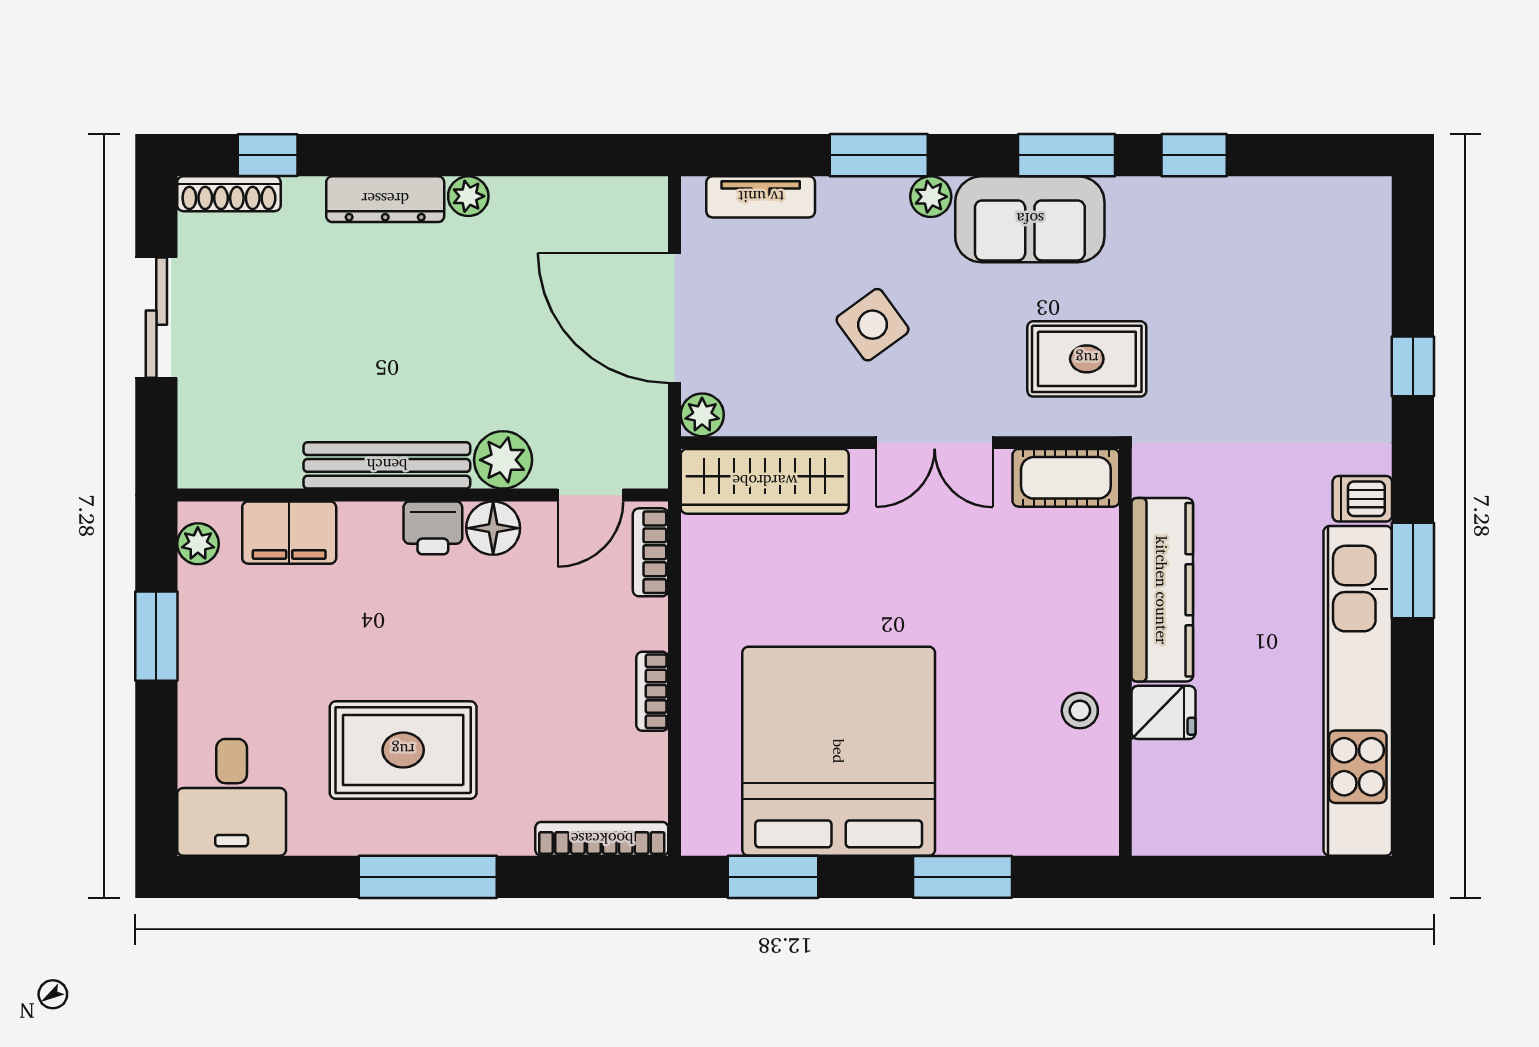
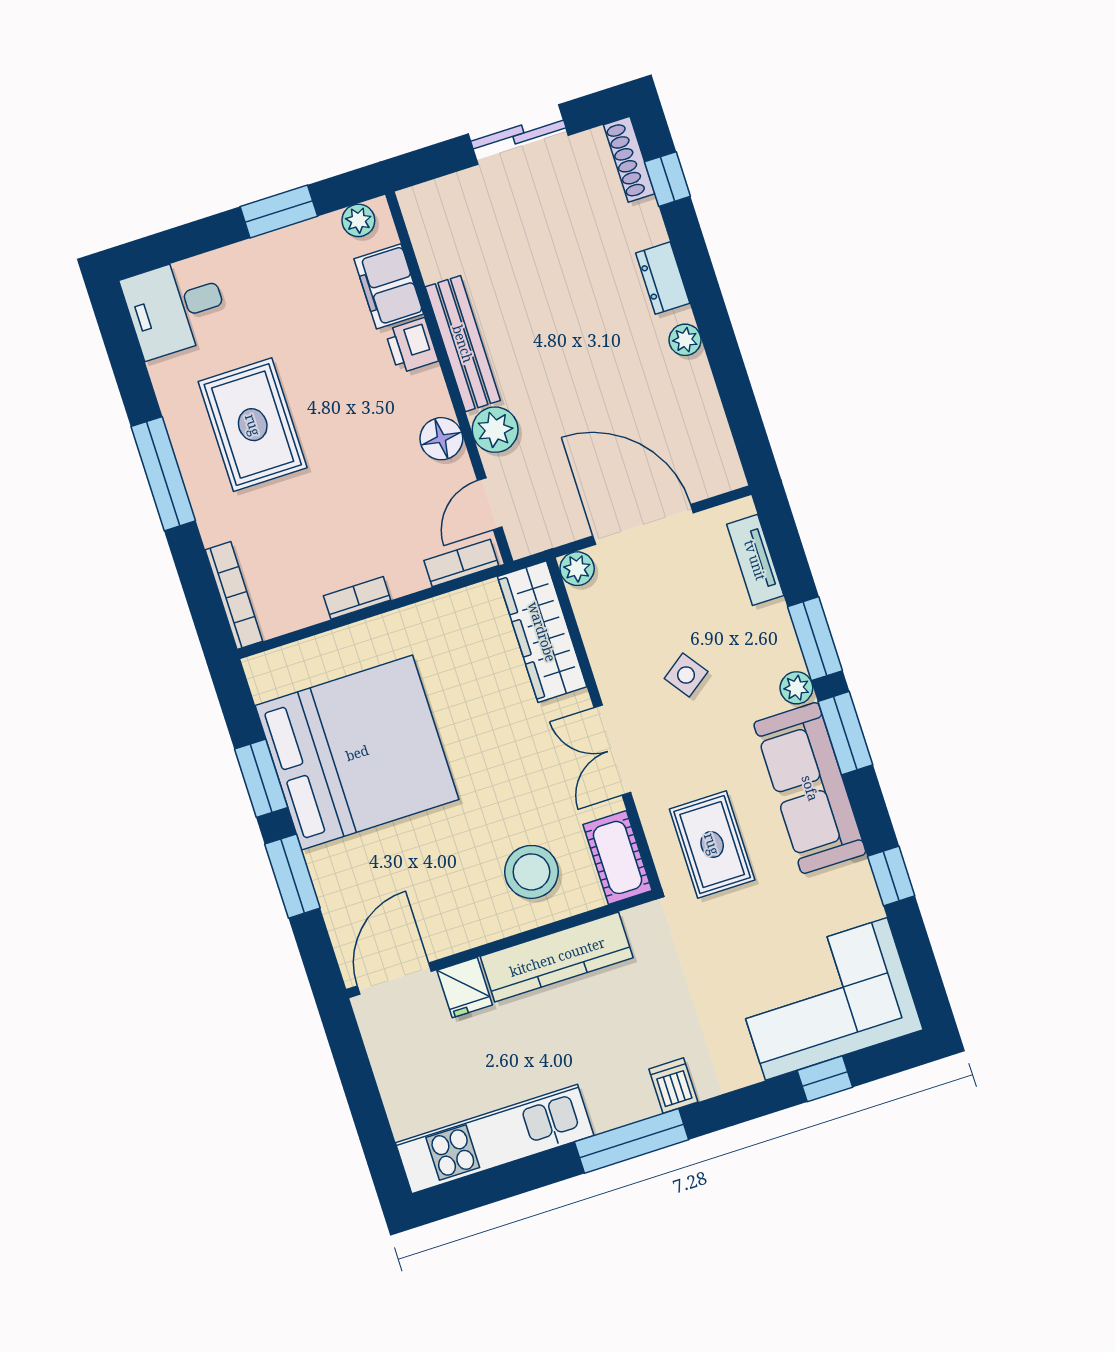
window: (1067, 155) -> (845, 733), moved
dresser: (385, 199) -> (663, 278), width x0.70
sofa: (1030, 219) -> (810, 788), width x1.36
corner sofa: (1317, 281) -> (826, 999), added
door: (674, 318) -> (643, 524), hinge flipped
side table: (873, 325) -> (686, 675), width x0.73, depth x0.73
window: (1413, 366) -> (825, 1079), moved
door: (590, 495) -> (490, 504), hinge flipped
printer: (433, 528) -> (412, 346), moved
window: (1413, 571) -> (632, 1141), width x1.44
kitchen unit: (1358, 691) -> (495, 1139), width x0.73
stool: (1080, 711) -> (531, 872), moved, width x1.89, depth x1.89
door: (1125, 794) -> (394, 979), added
window: (773, 877) -> (261, 778), moved

